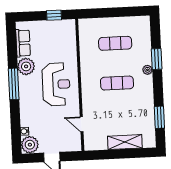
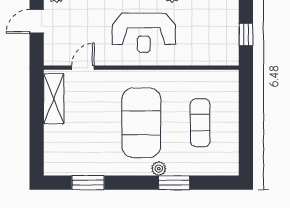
exercise mat: (117, 83) -> (141, 123), width x2.00, depth x1.45
shelving: (125, 142) -> (54, 99), moved

